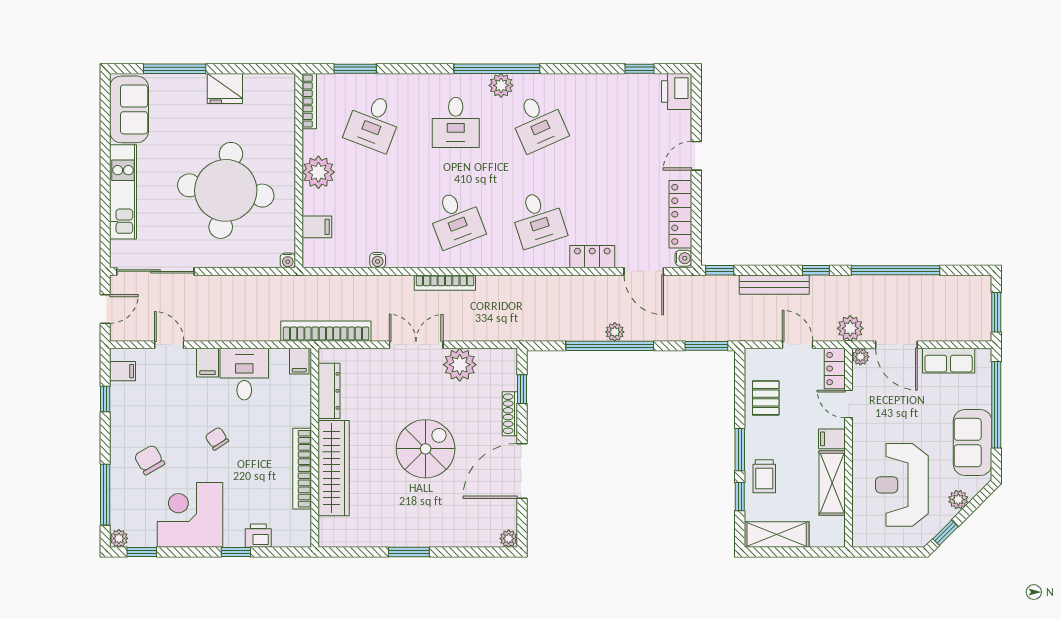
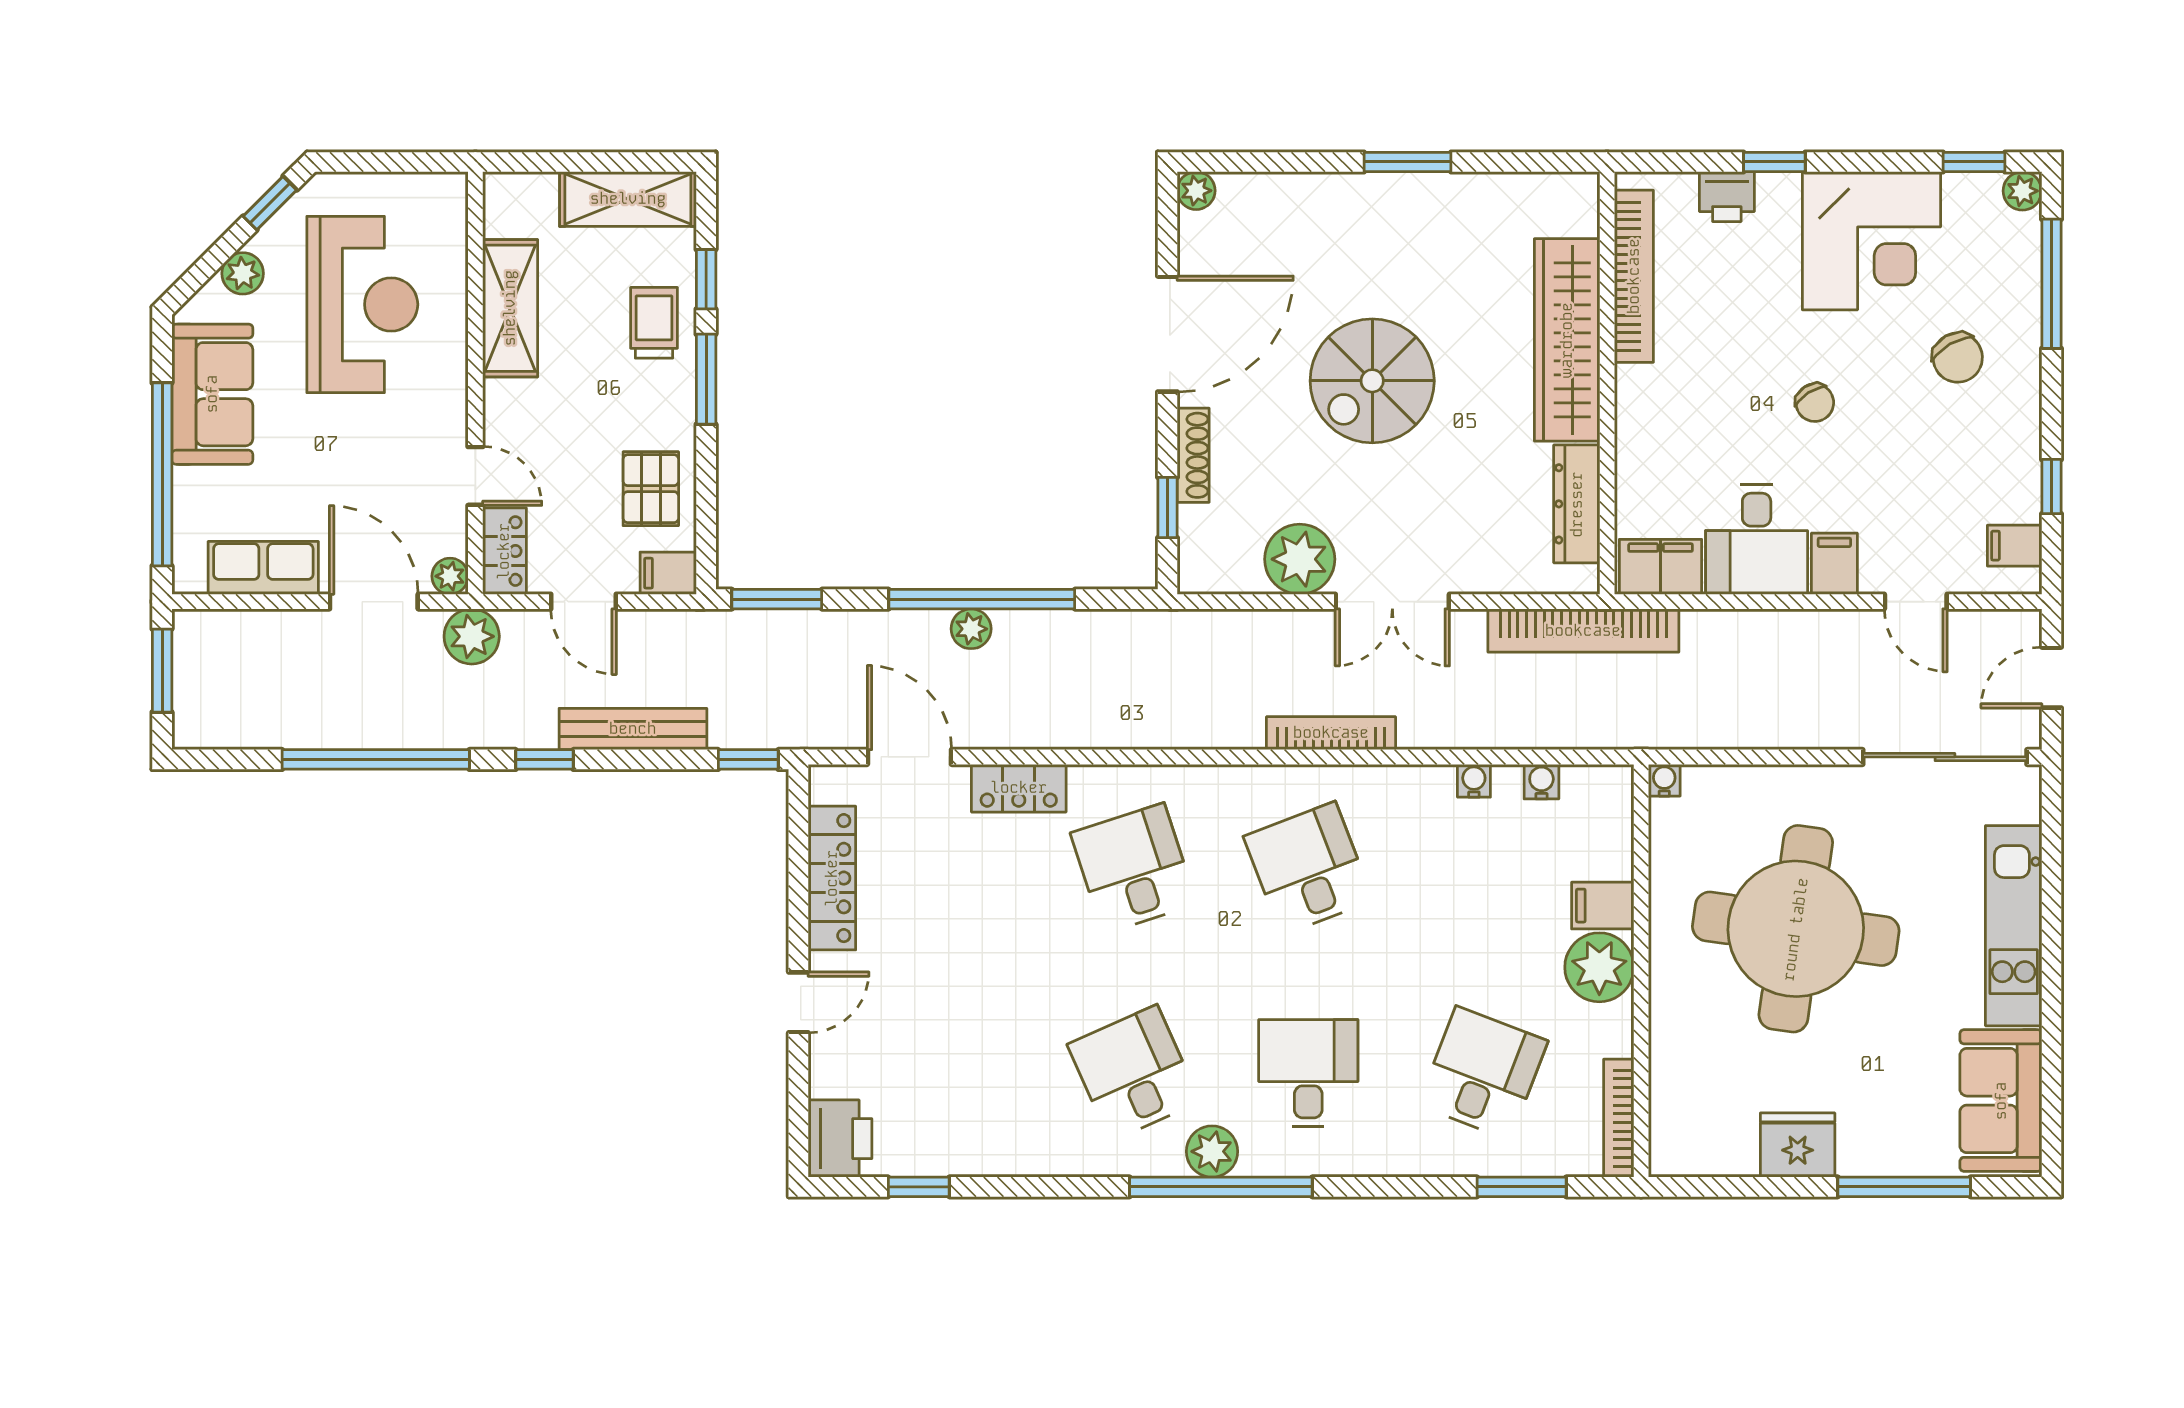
filing cabinet: (317, 227) -> (1603, 906), moved
water cooler: (683, 258) -> (1541, 782), moved, turned 90
filing cabinet: (299, 361) -> (1661, 567), width x2.00
filing cabinet: (832, 439) -> (668, 573), moved, turned 180
bookcase: (302, 469) -> (1634, 276), moved

